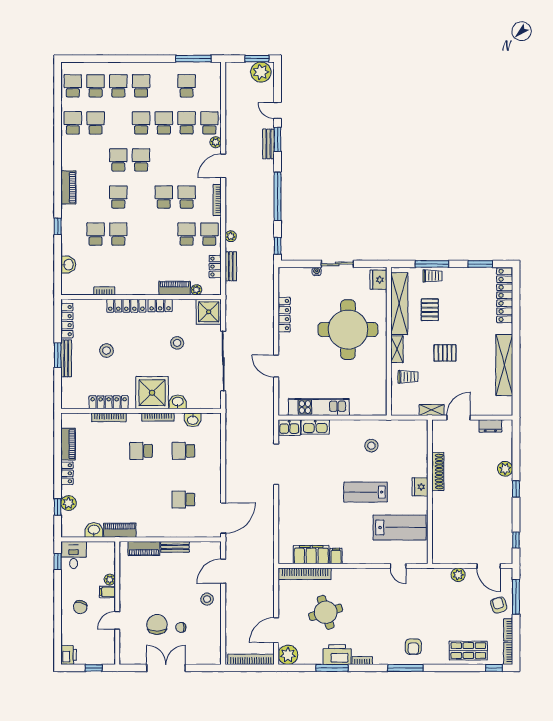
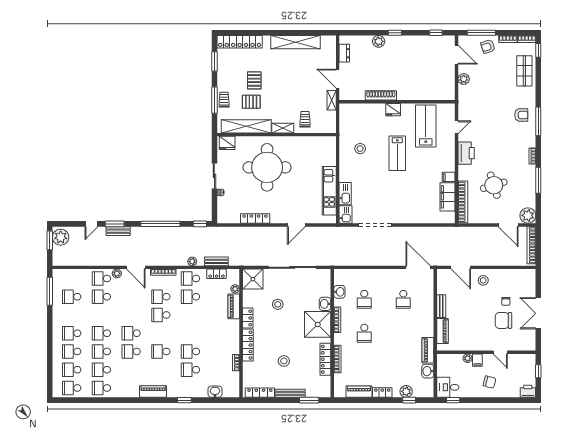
school desk: (164, 123) -> (101, 351), moved
pallet: (445, 353) -> (254, 80), moved
window: (58, 355) -> (309, 400), moved
door: (489, 566) -> (457, 55), hinge flipped
printer: (337, 655) -> (466, 153), moved, turned 180

